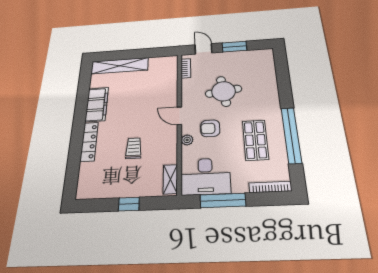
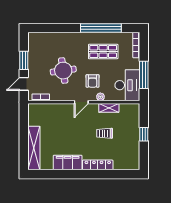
shelving: (170, 179) -> (109, 108), moved

